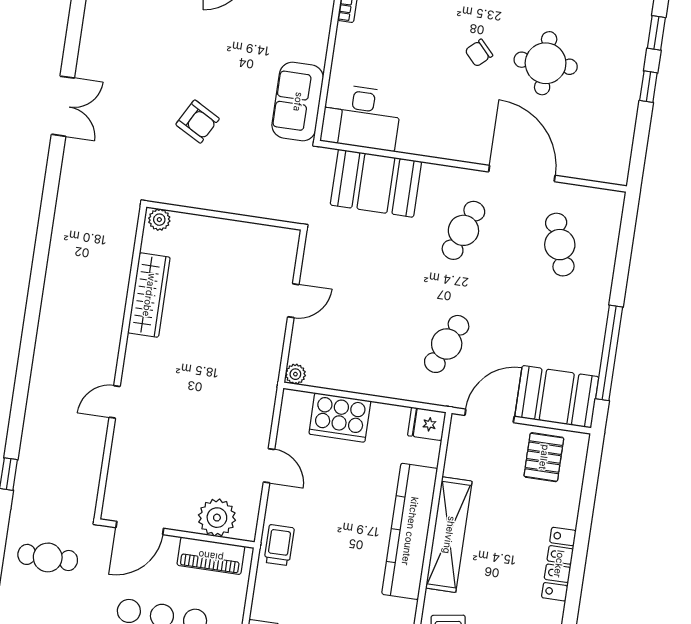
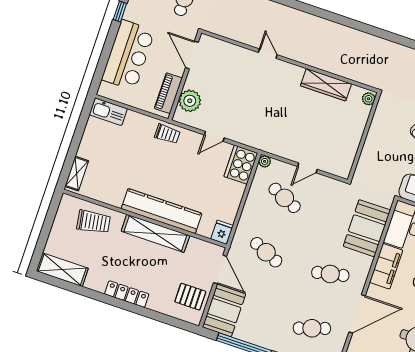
filing cabinet: (434, 139) -> (386, 266), added
cafe table: (463, 230) -> (330, 274), turned -33
door: (293, 301) -> (307, 168), hinge flipped
cafe table: (350, 330) -> (285, 198), added
cooker: (340, 418) -> (241, 165), moved

